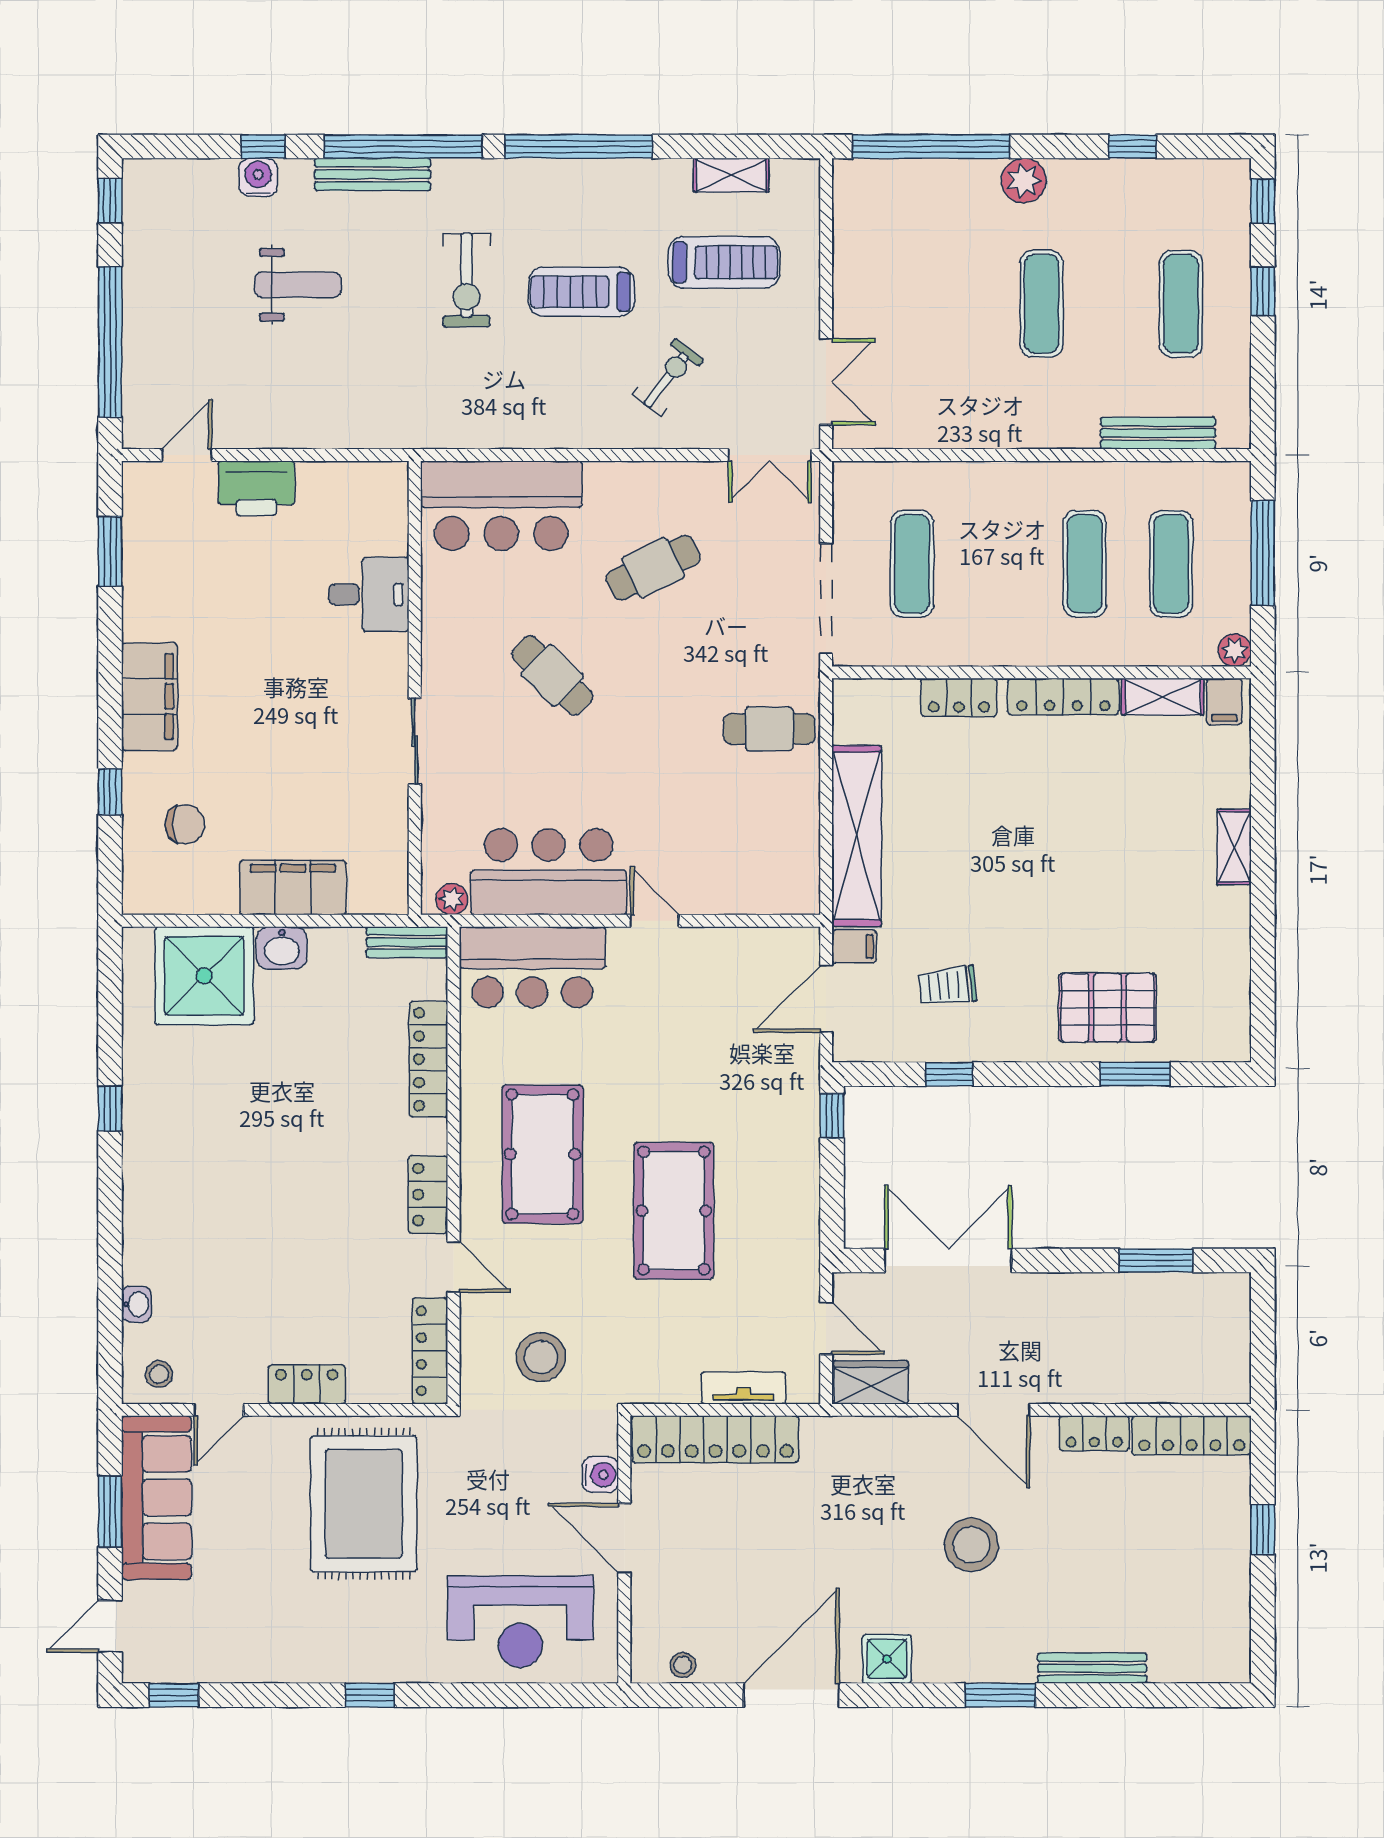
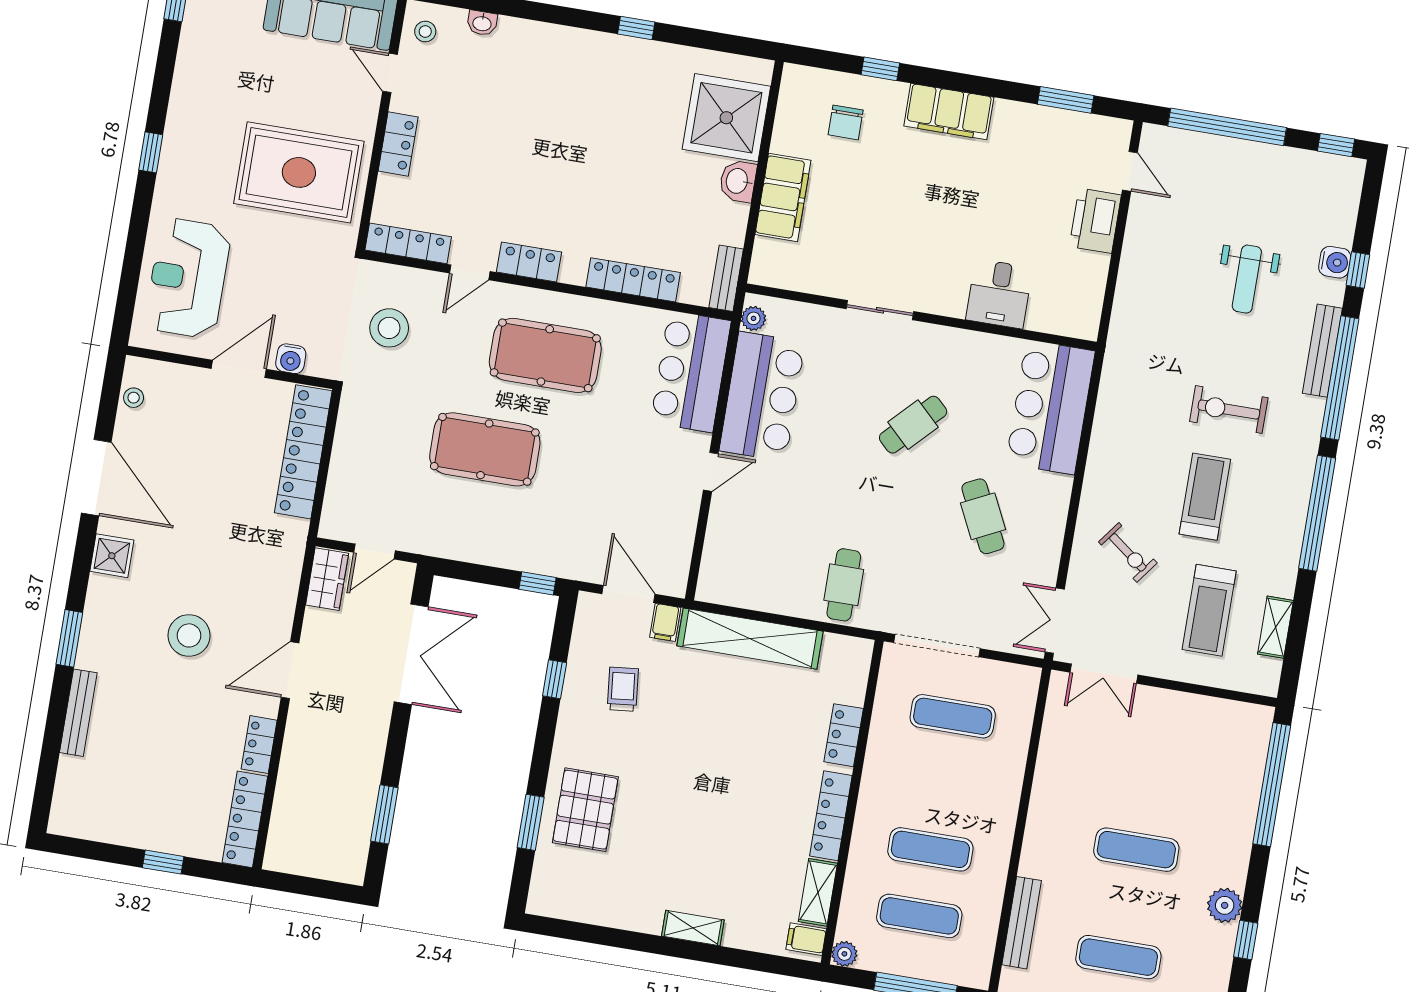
plant: (1024, 180) -> (1225, 905), moved
tv unit: (743, 1388) -> (339, 480), removed

